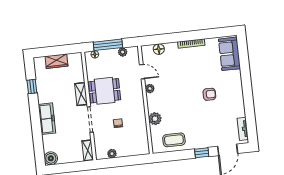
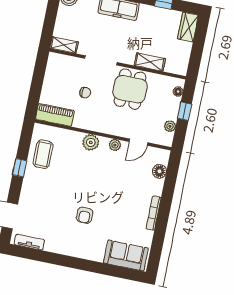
window: (108, 45) -> (185, 111), width x0.46
wardrobe: (56, 61) -> (188, 27), moved
shelving: (81, 94) -> (150, 62), moved
plant: (155, 119) -> (91, 142), moved
piano: (142, 140) -> (55, 115), added
window: (202, 153) -> (20, 168), moved
plant: (112, 154) -> (51, 73), removed

